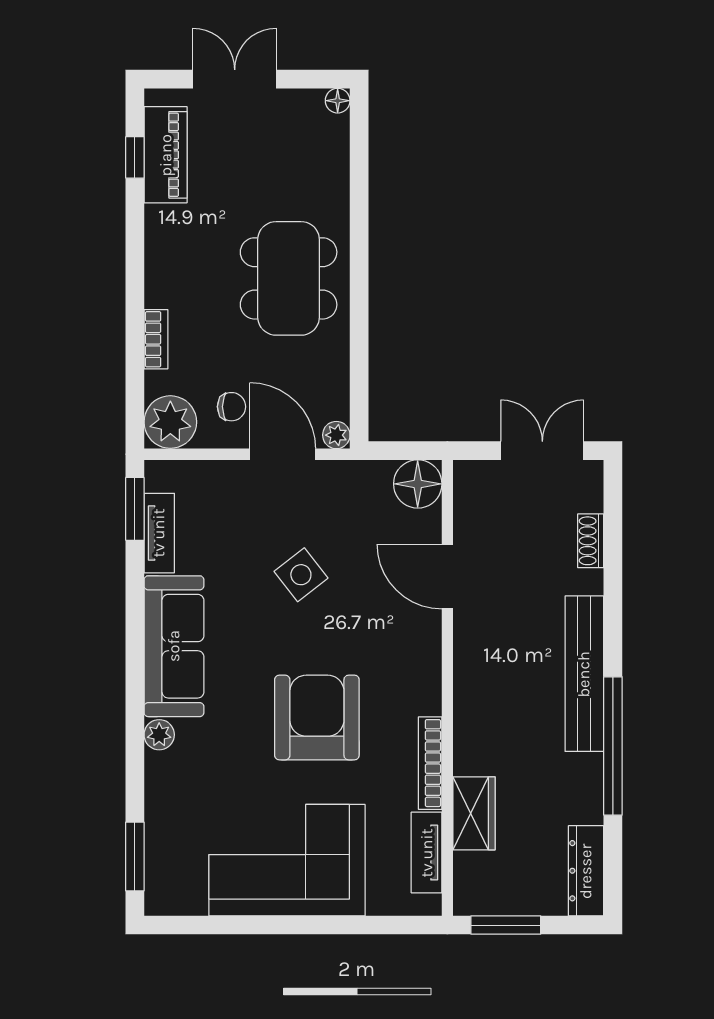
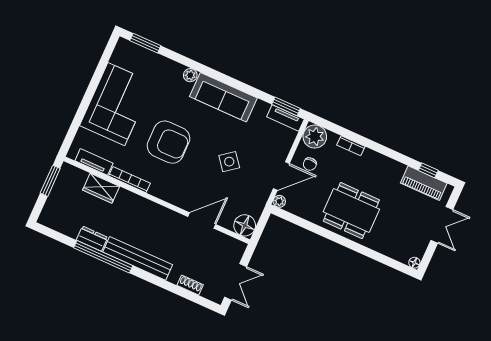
tv unit: (159, 533) -> (285, 118), moved
dresser: (586, 871) -> (92, 239), moved, width x0.70

